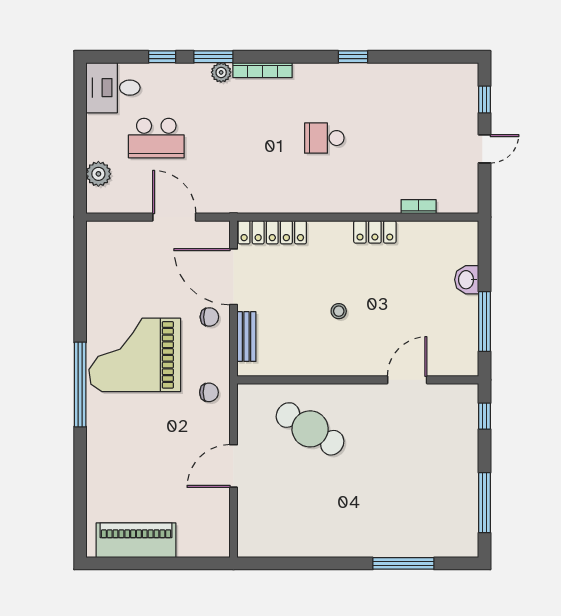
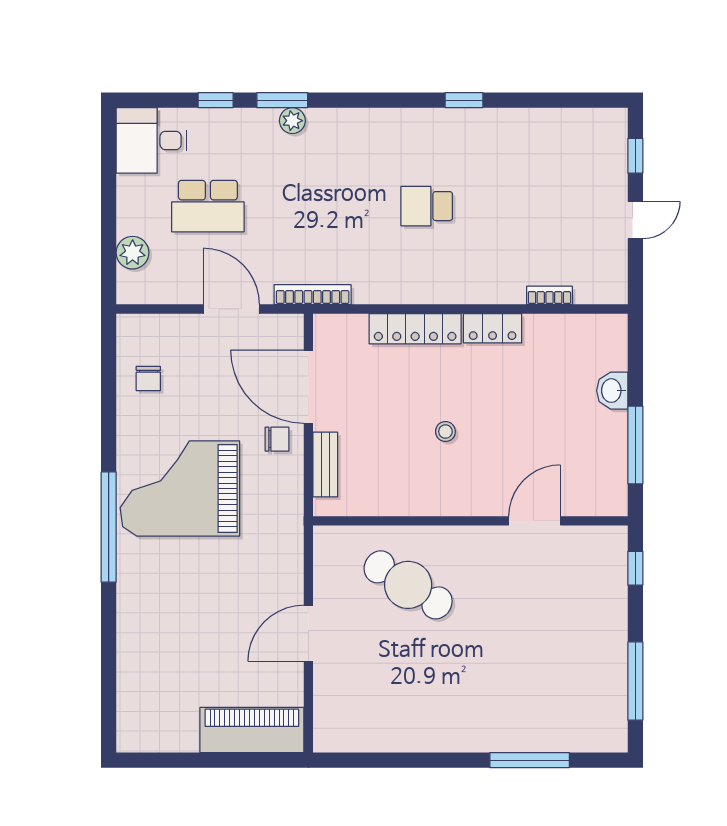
bookcase: (263, 70) -> (313, 295), moved, turned 180
locker: (272, 232) -> (415, 329), moved
chair: (209, 392) -> (148, 379), moved, turned 90
piano: (136, 540) -> (252, 730), moved

